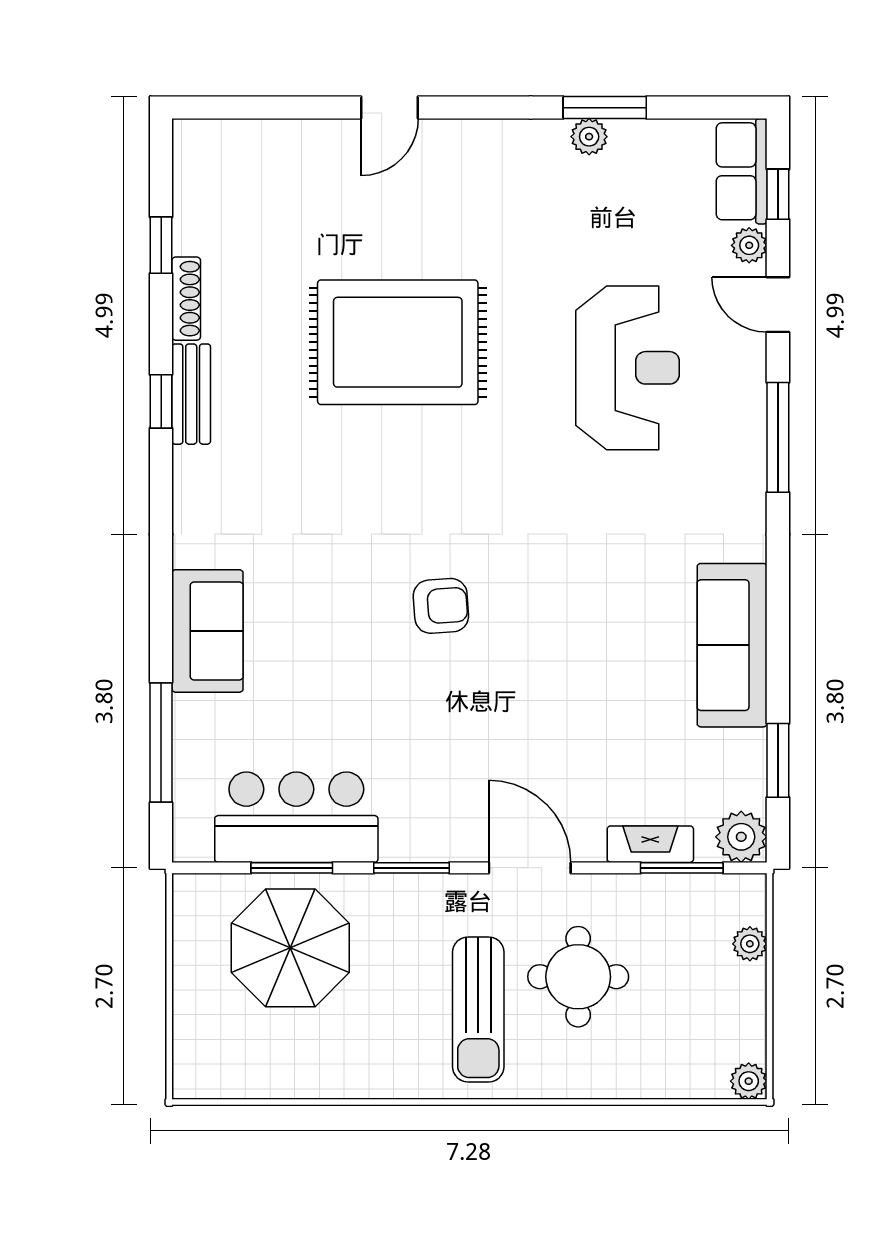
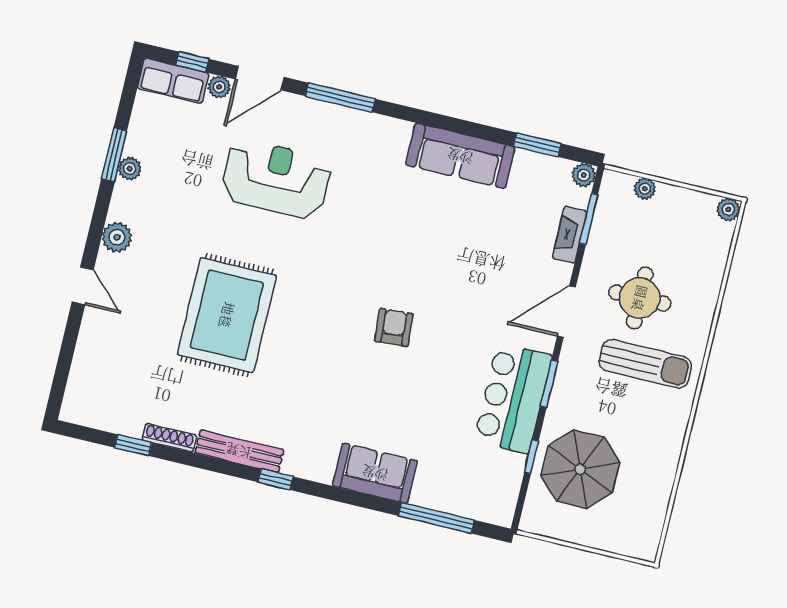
plant: (478, 143) -> (117, 237), added
door: (778, 305) -> (260, 78), width x1.38
bench: (191, 394) -> (239, 451), width x1.36
window: (161, 401) -> (276, 479), moved
bar counter: (296, 817) -> (513, 398), moved
plant: (741, 837) -> (584, 175), width x0.73, depth x0.73
window: (292, 868) -> (532, 457), width x0.67

